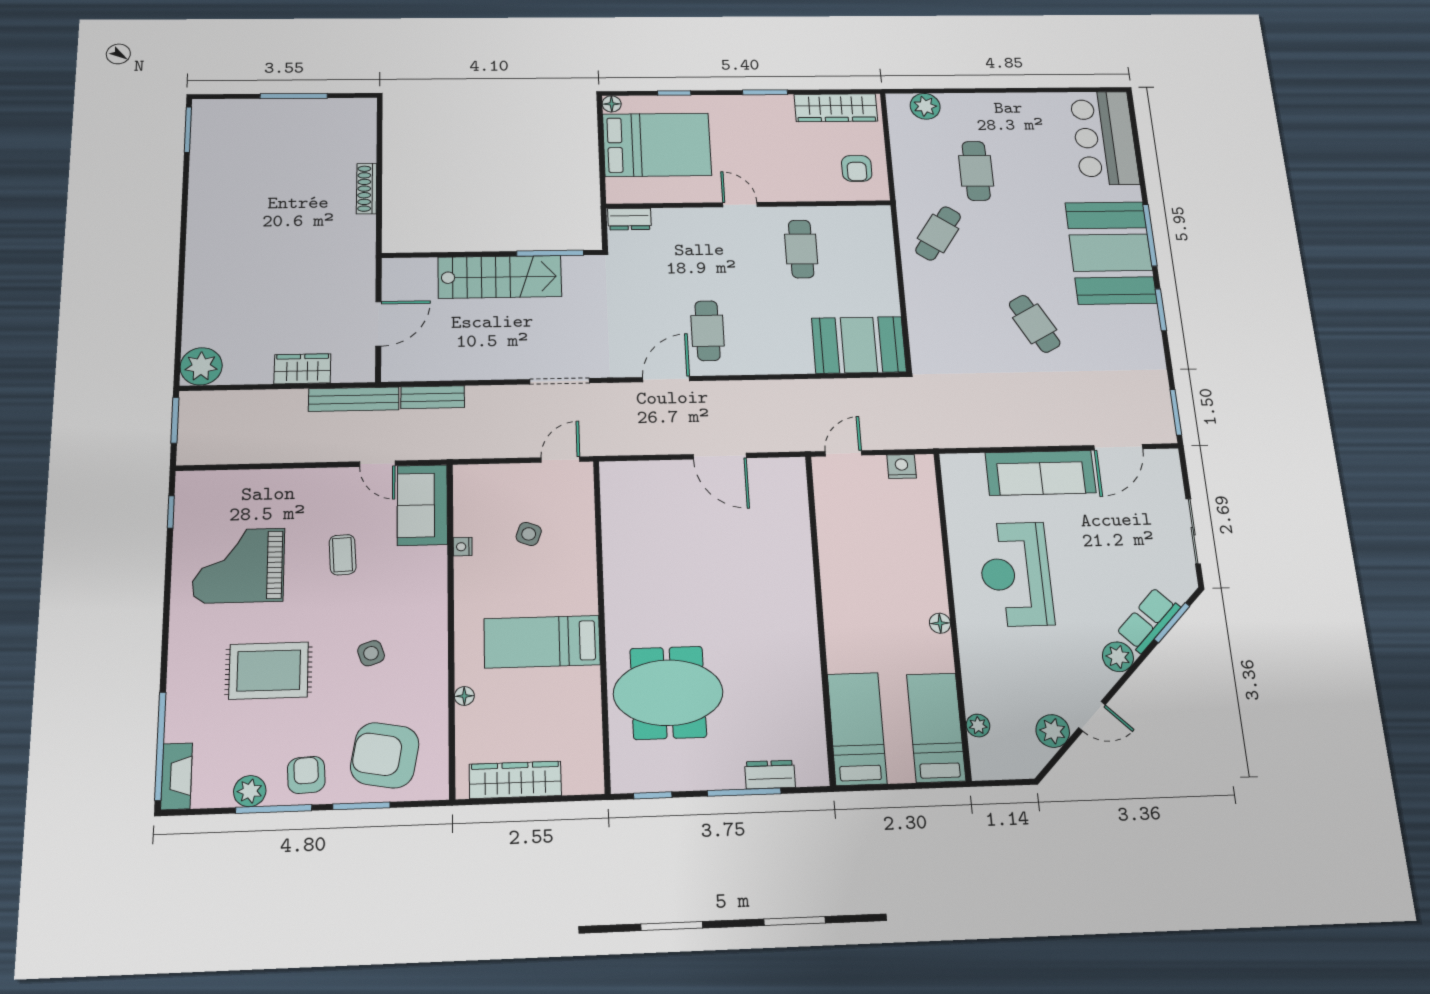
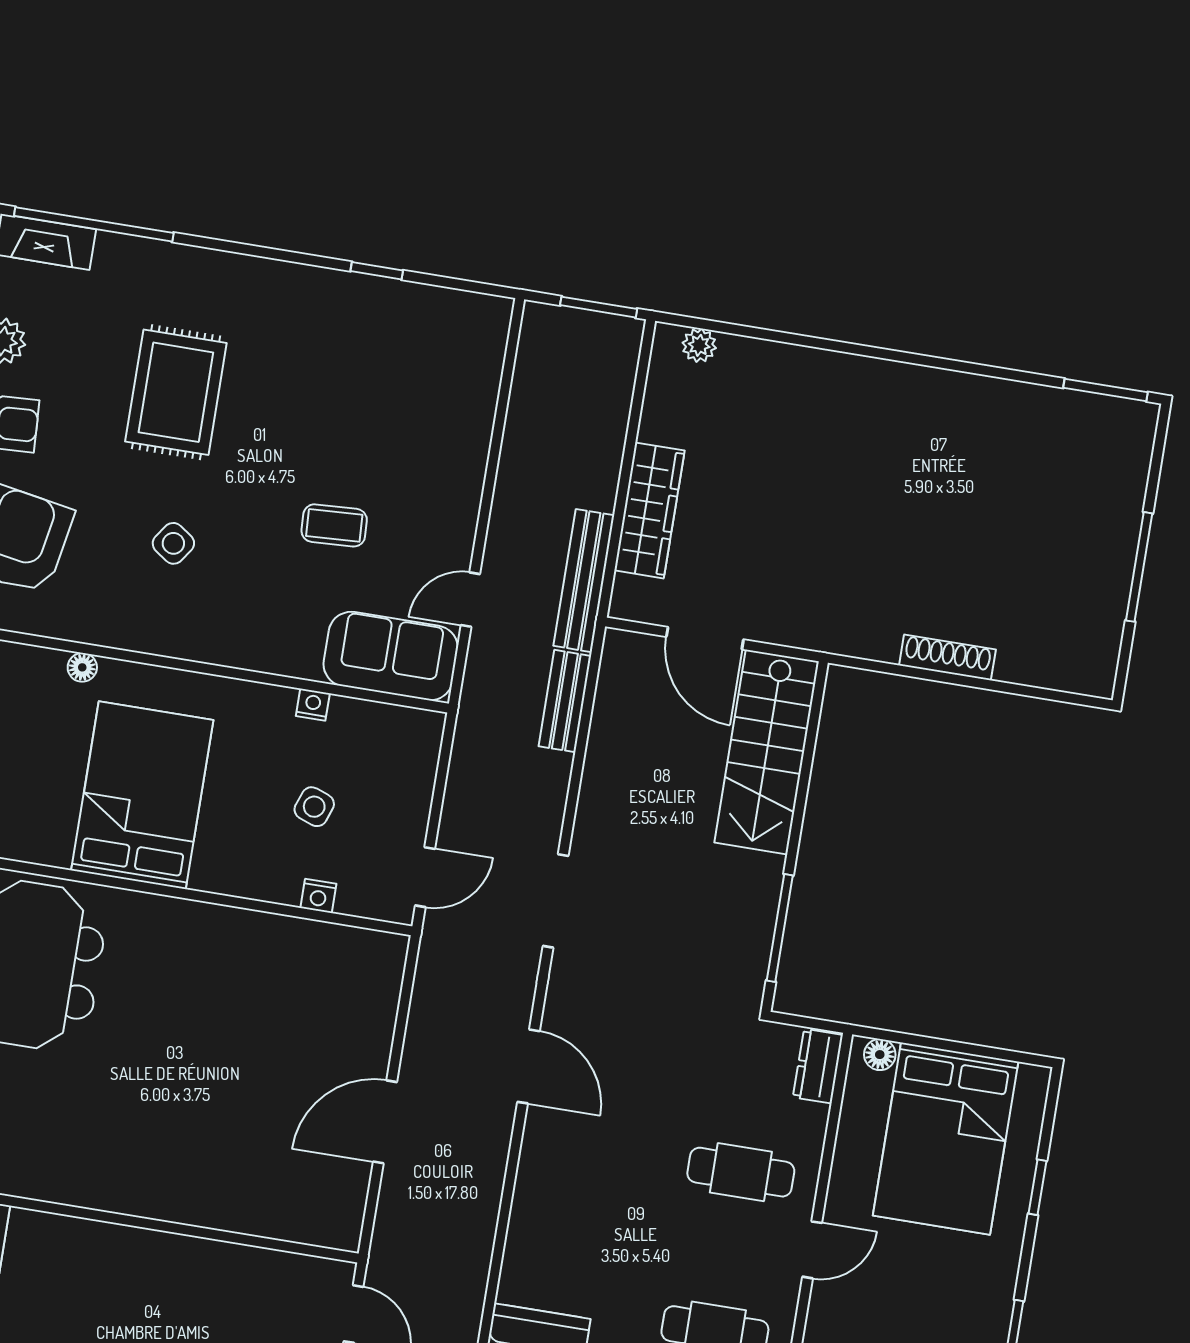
floor lamp: (612, 104) -> (880, 1055), moved
stairs: (500, 277) -> (767, 752), moved
cafe table: (708, 331) -> (741, 1172), moved
plant: (201, 366) -> (699, 345), width x0.53, depth x0.53
wardrobe: (302, 369) -> (649, 510), width x1.50
door: (560, 460) -> (425, 877), hinge flipped
window: (171, 512) -> (377, 271), moved
nightstand: (586, 521) -> (318, 896), added
grand piano: (239, 566) -> (346, 371), removed
bed: (542, 642) -> (142, 795), width x1.50
side table: (371, 653) -> (173, 543), turned -36

